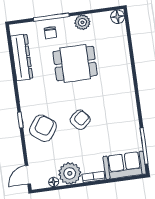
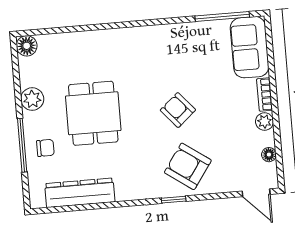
plant: (70, 173) -> (265, 122), width x0.53, depth x0.53

